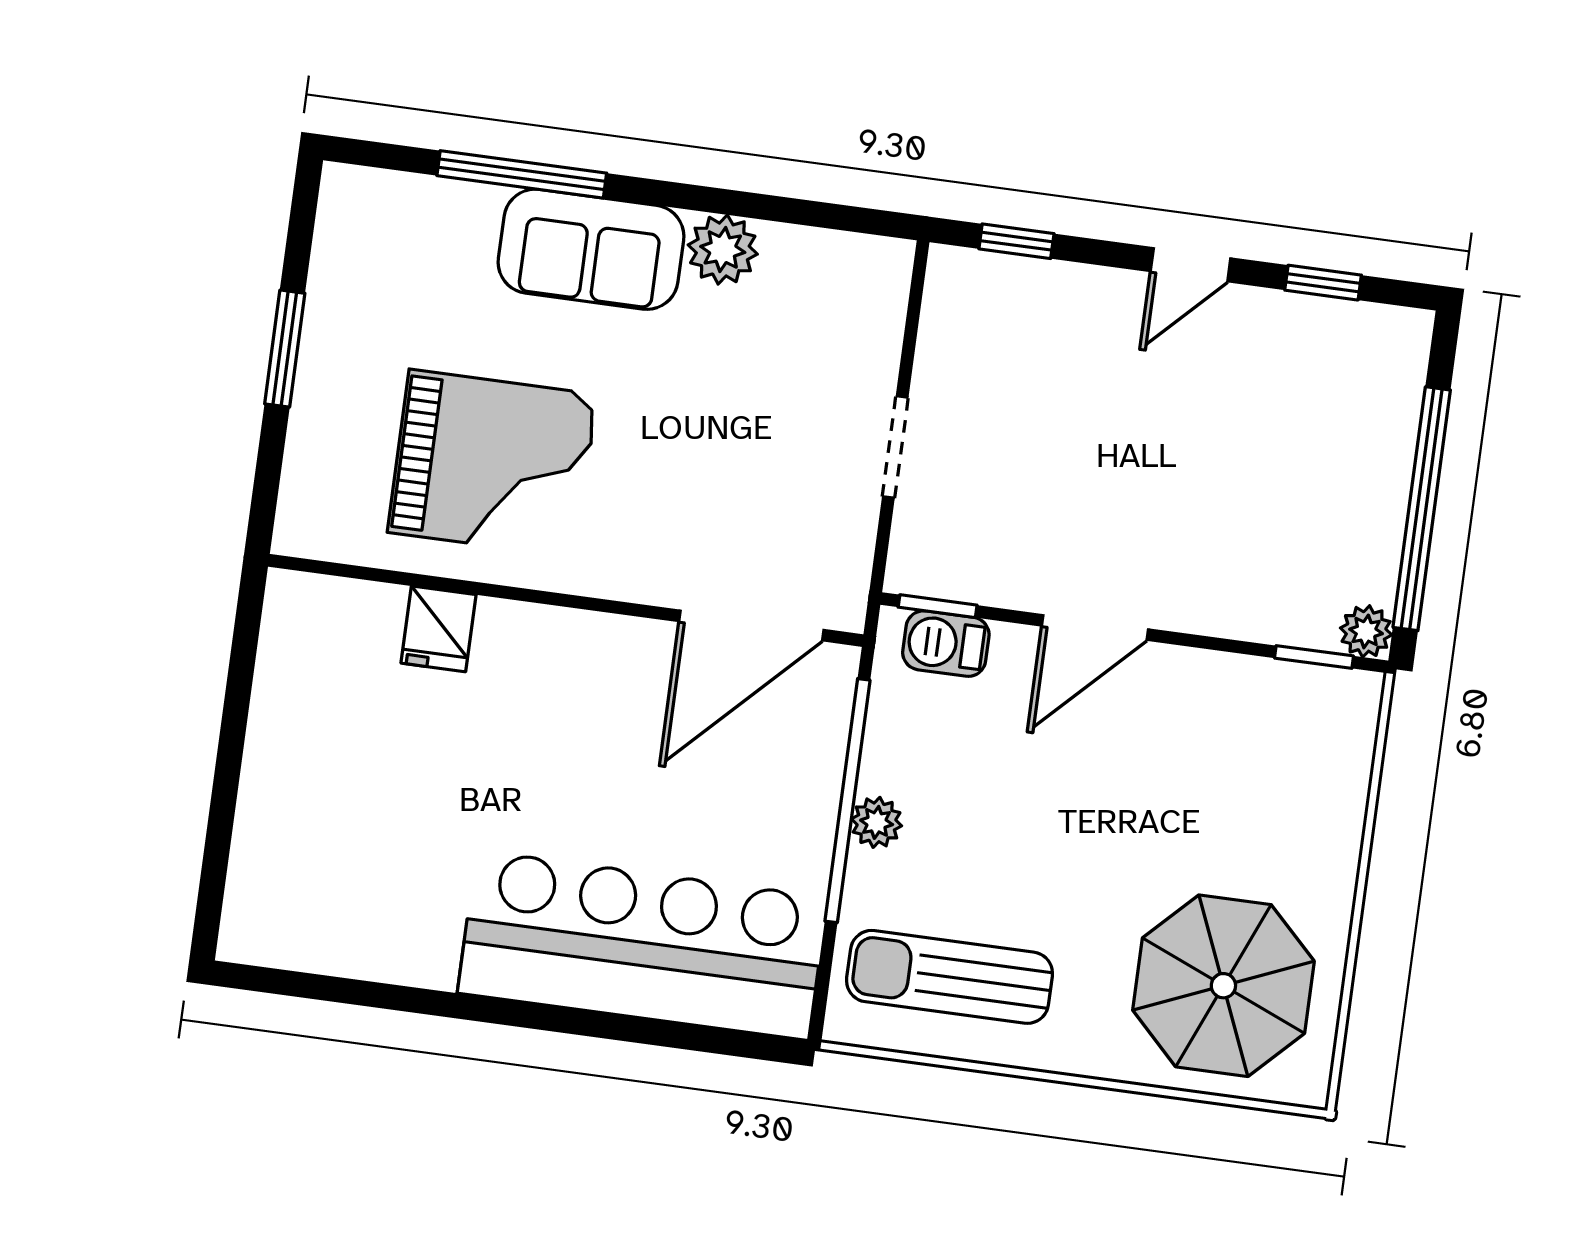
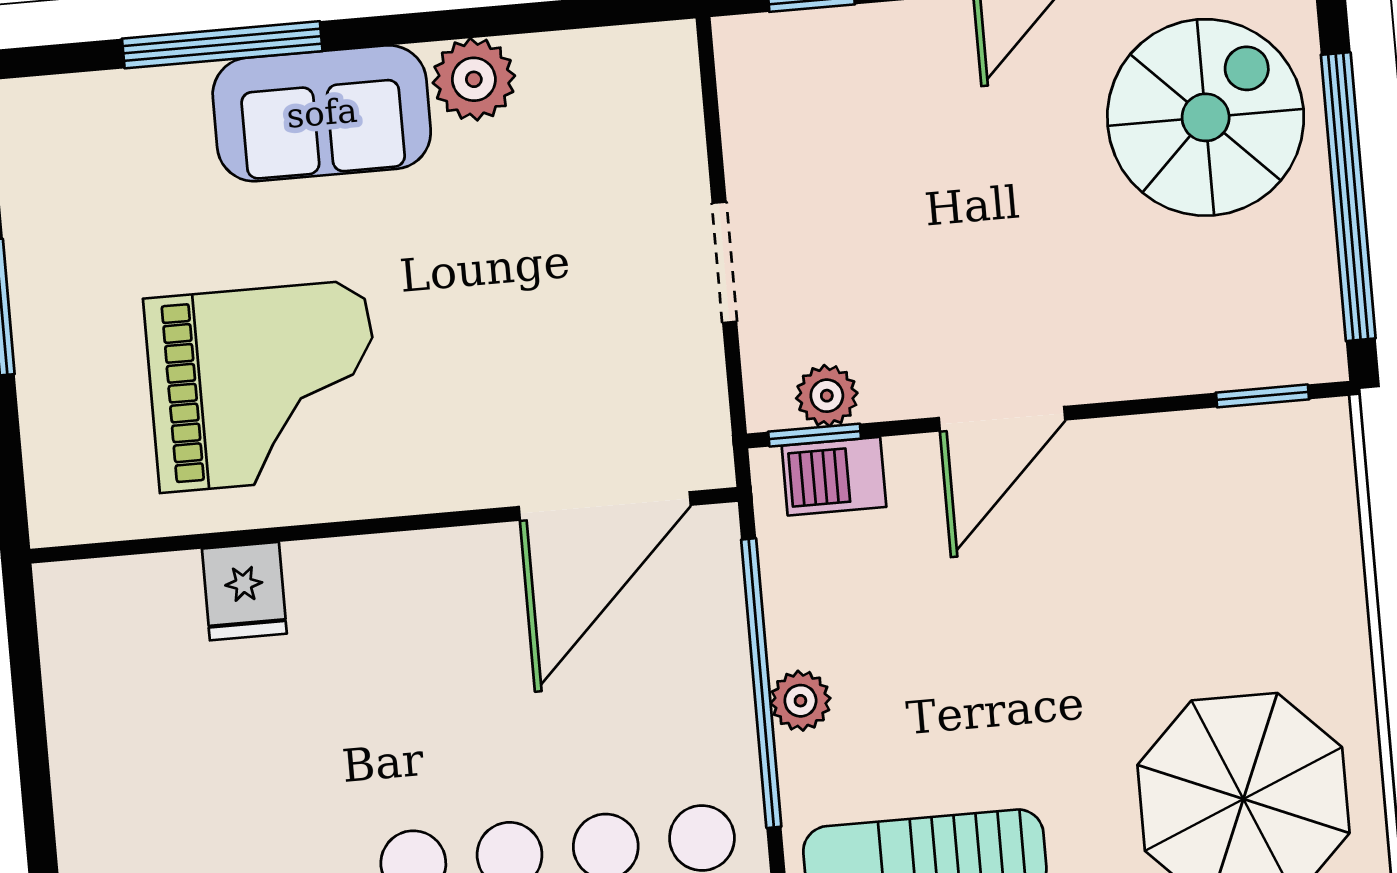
spiral stairs: (1319, 417) -> (1206, 117), added
plant: (1366, 631) -> (827, 396), moved

